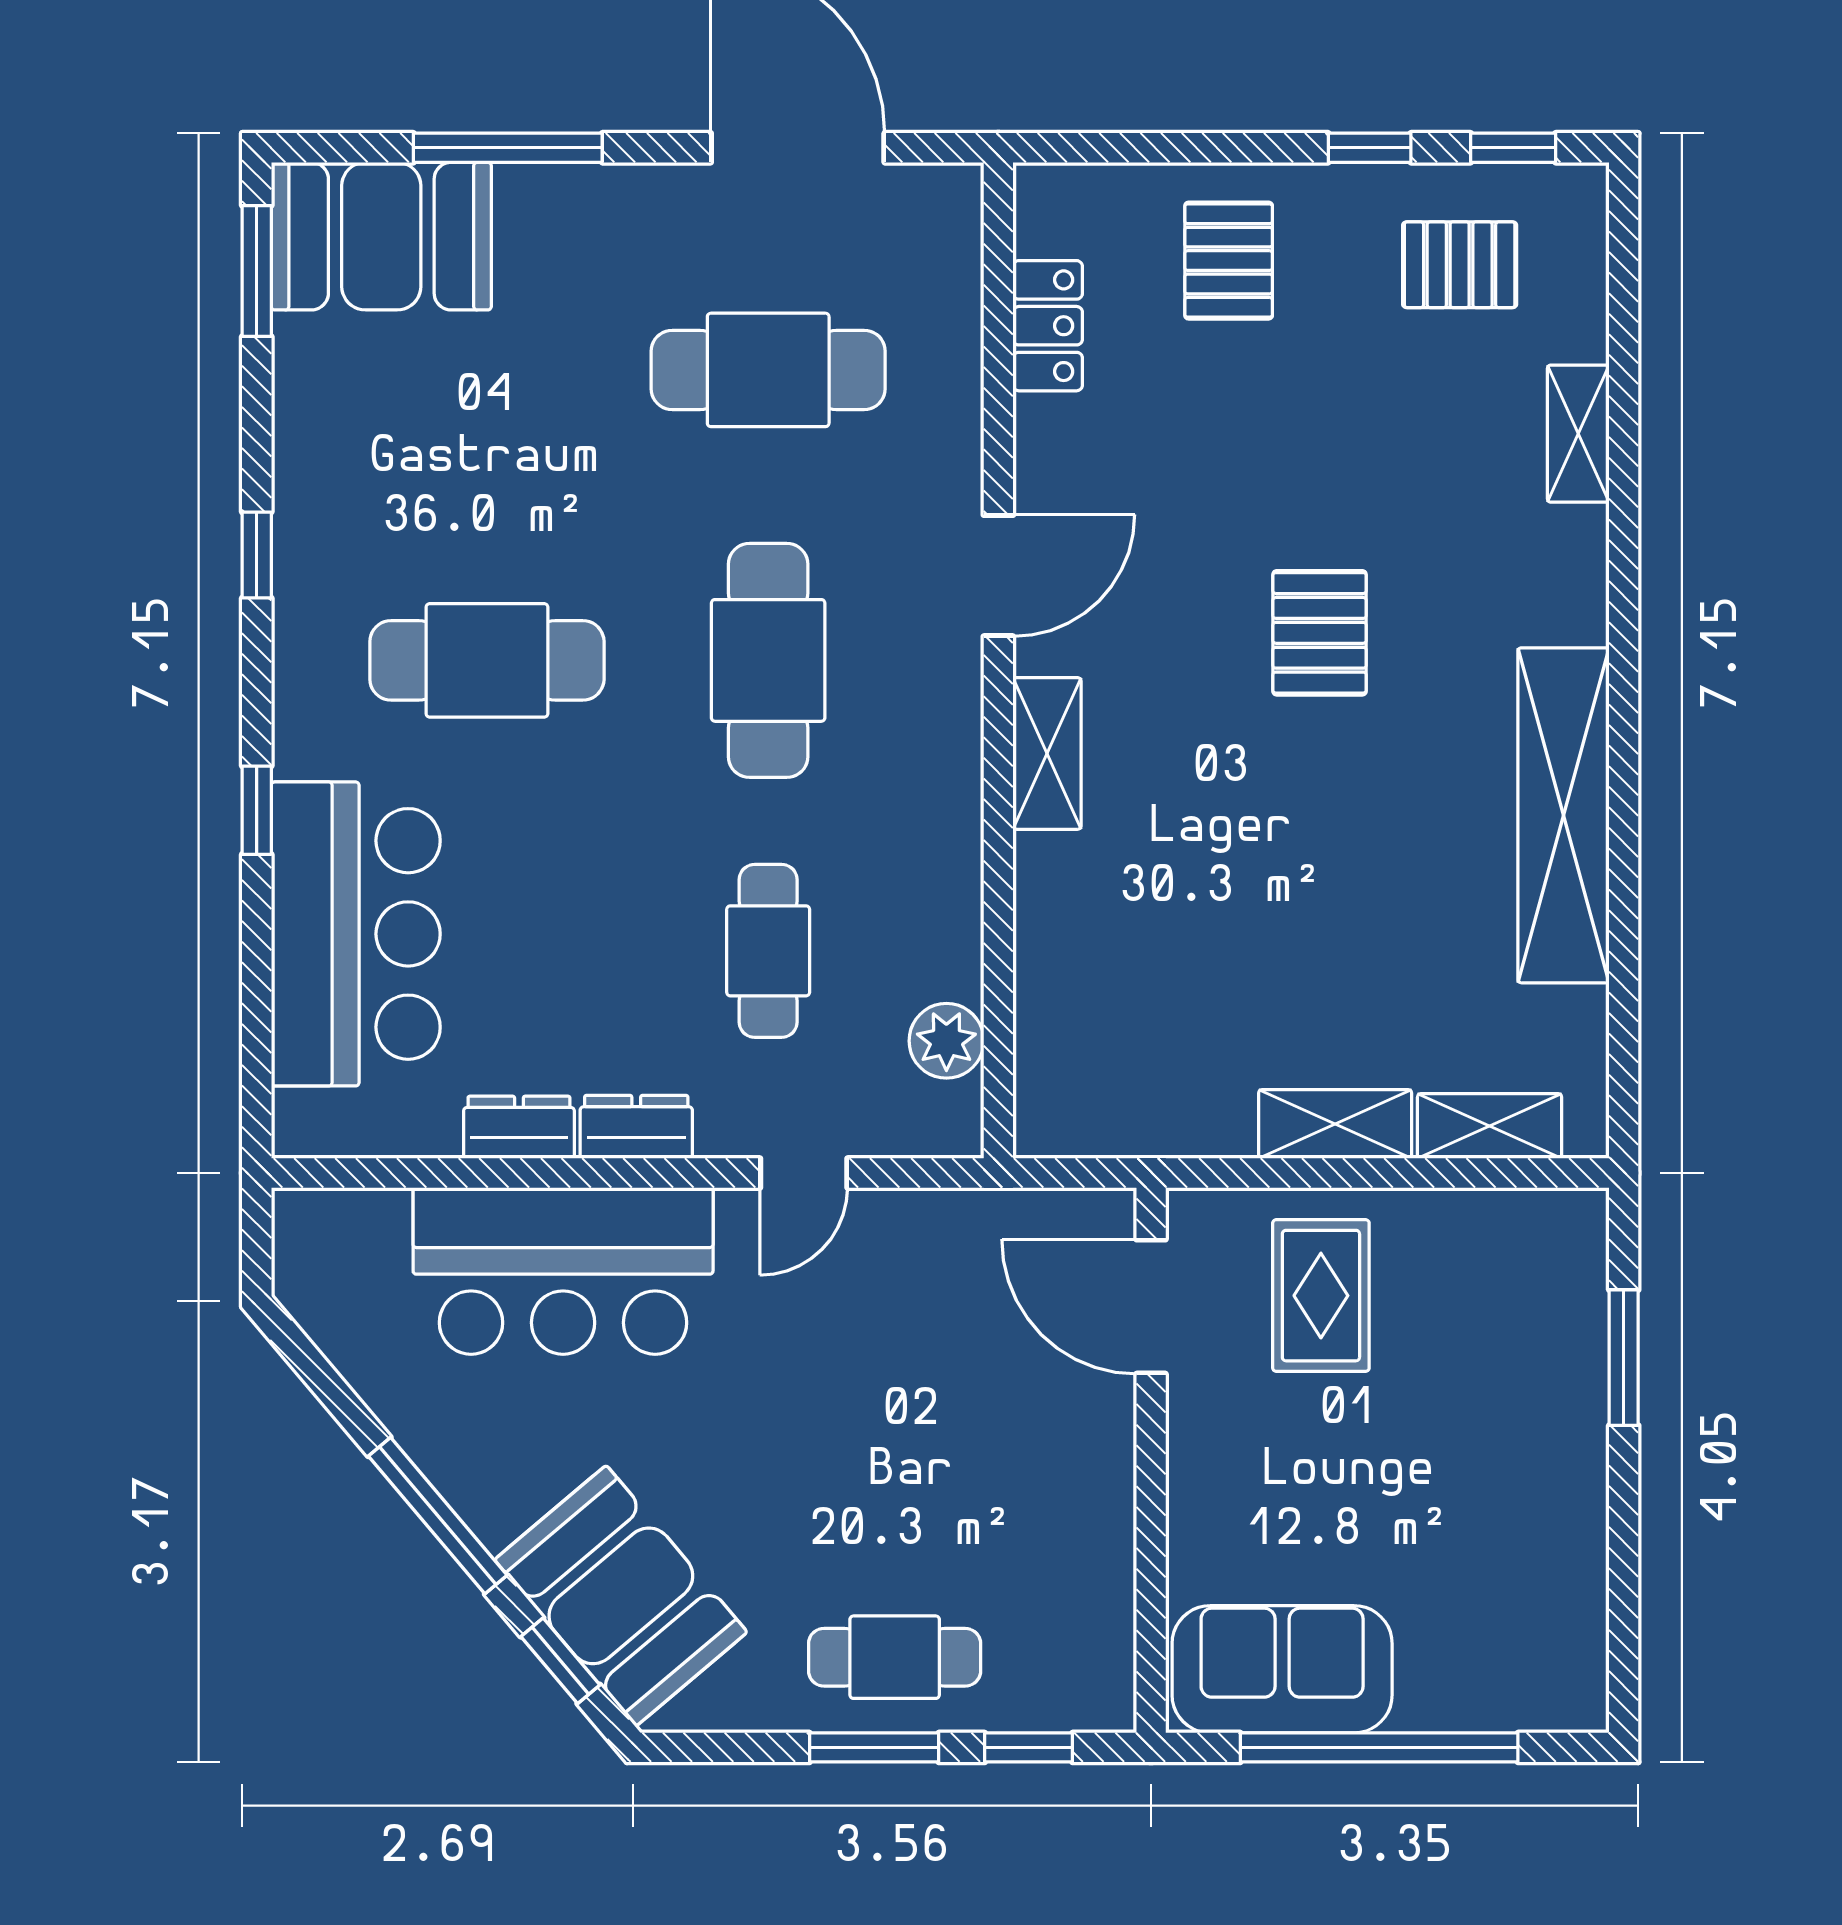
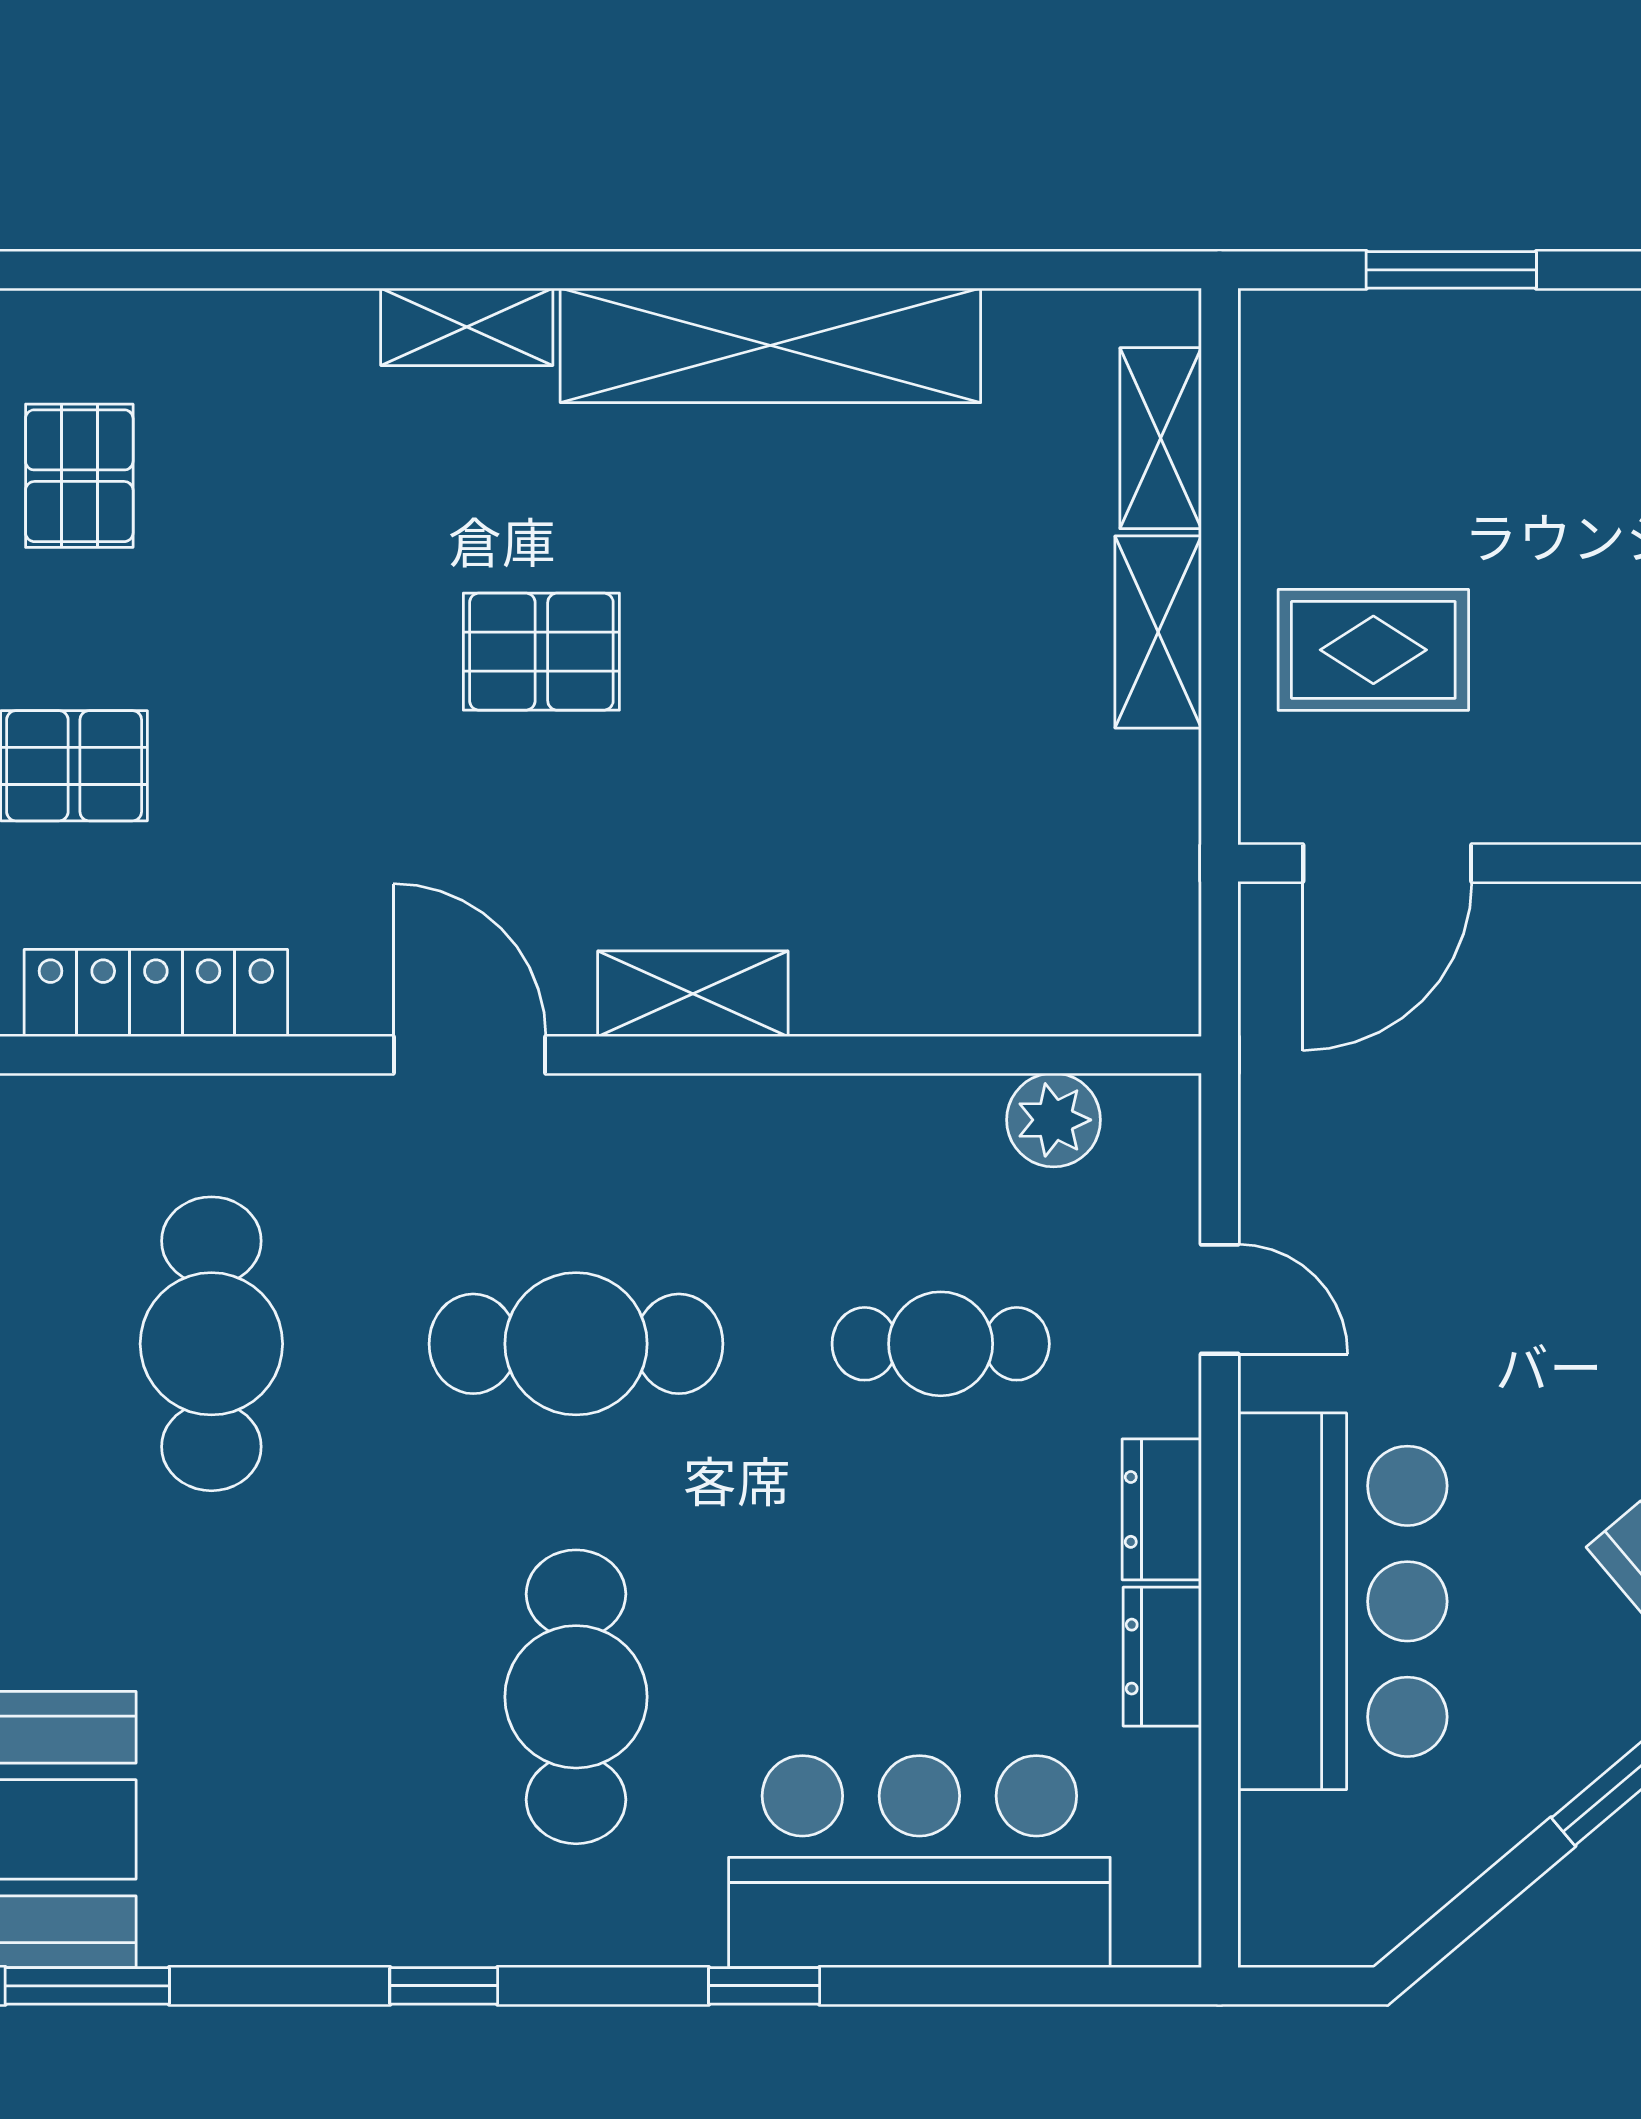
locker: (1048, 326) -> (156, 993), width x1.53
shelving: (1578, 434) -> (467, 327), moved

